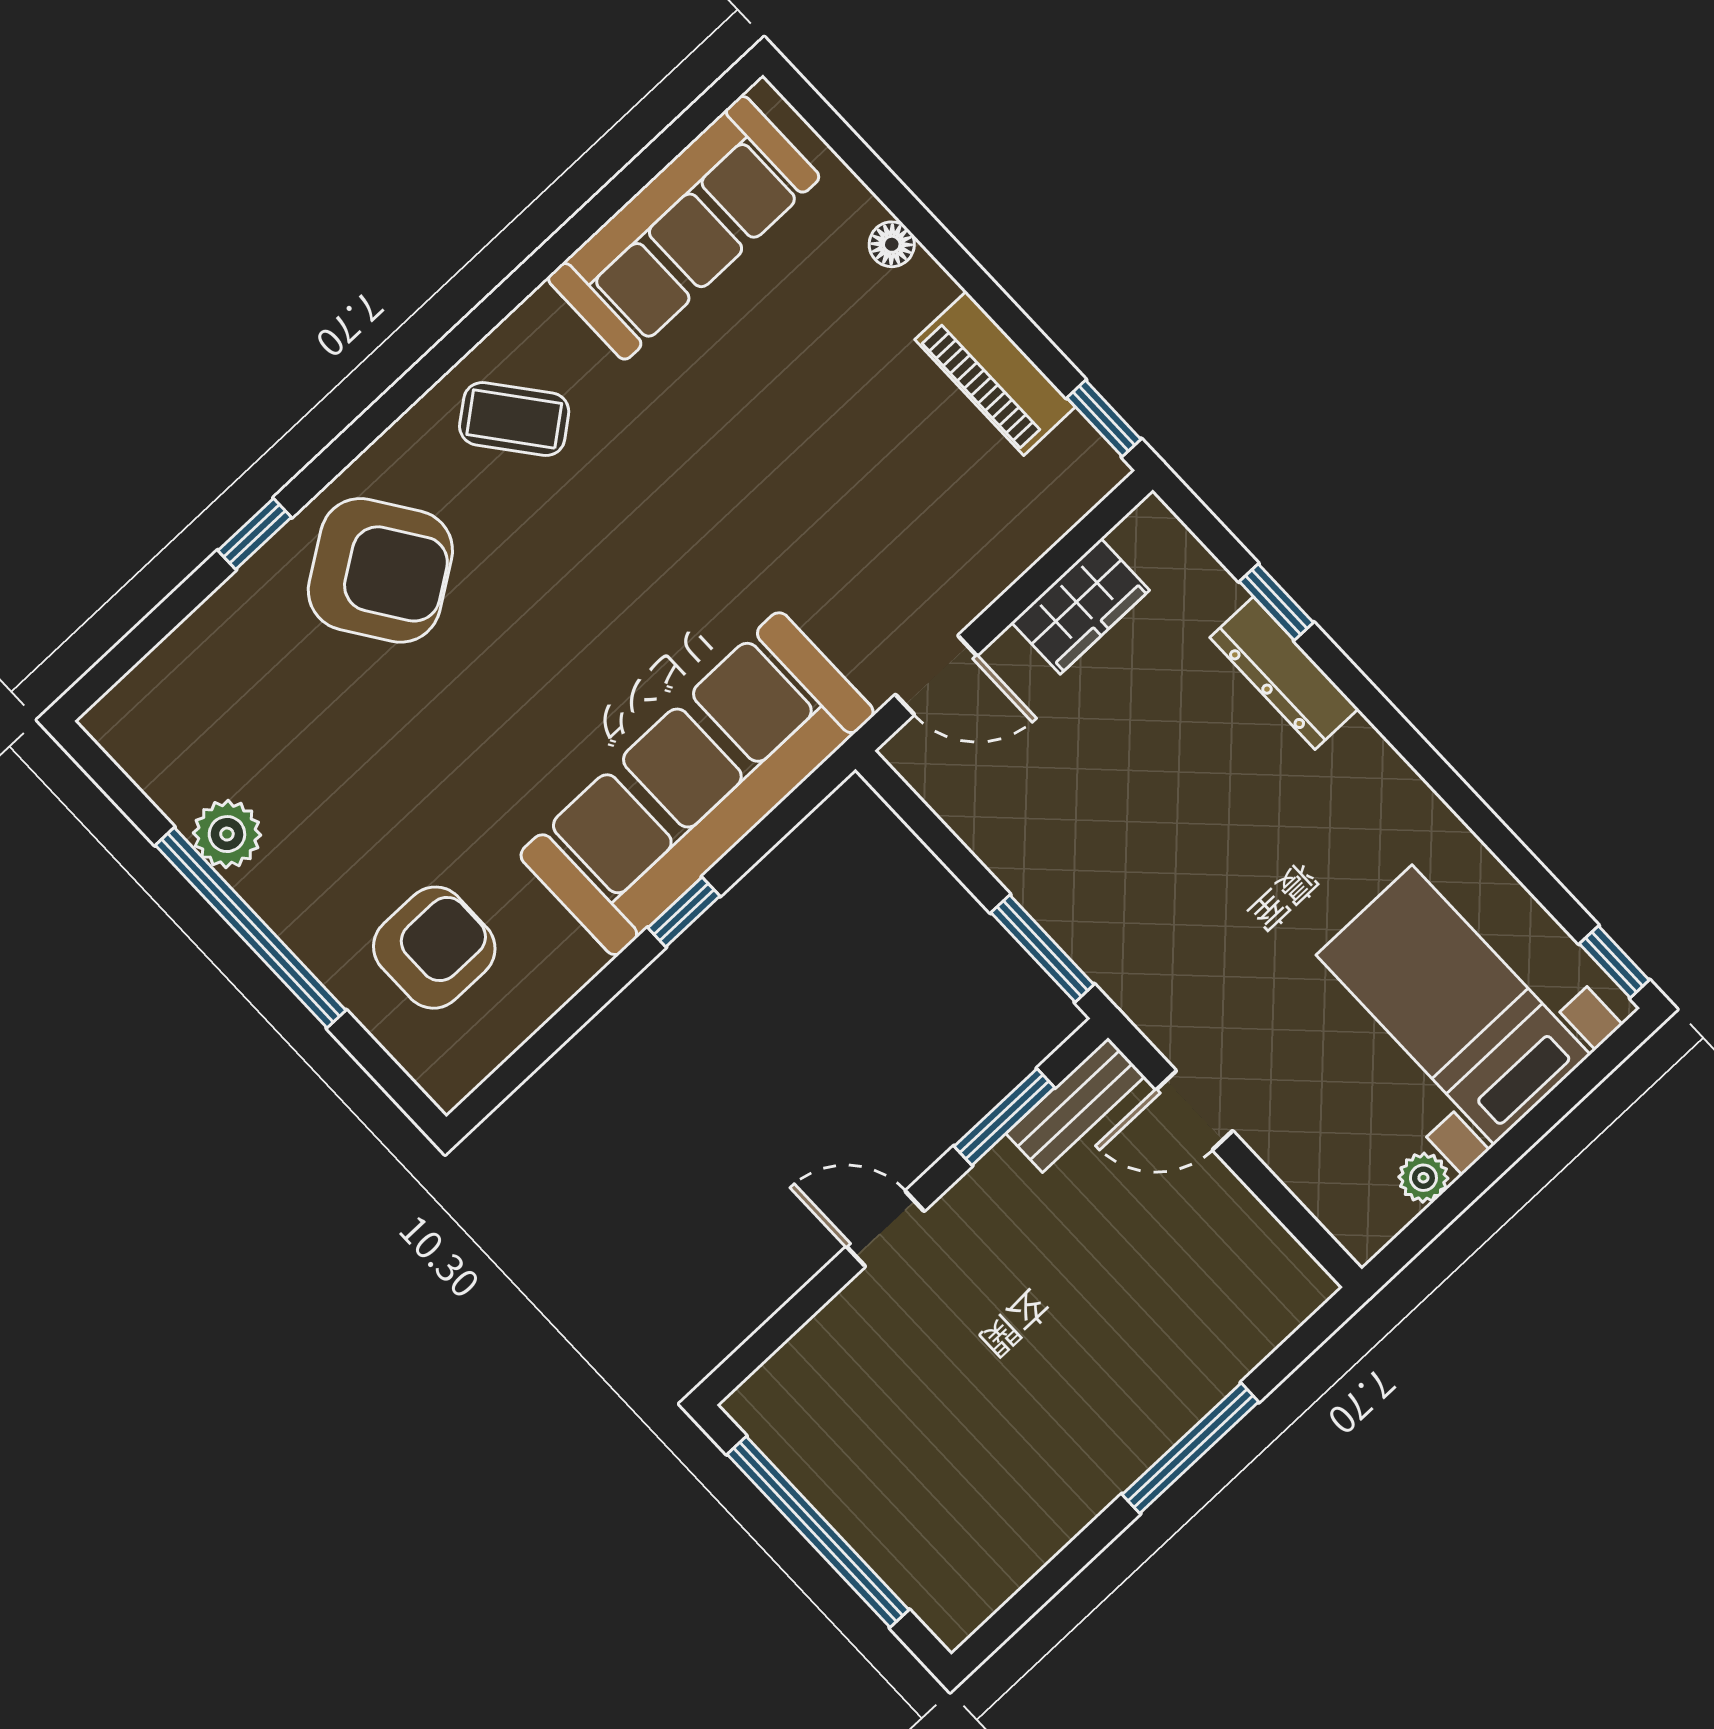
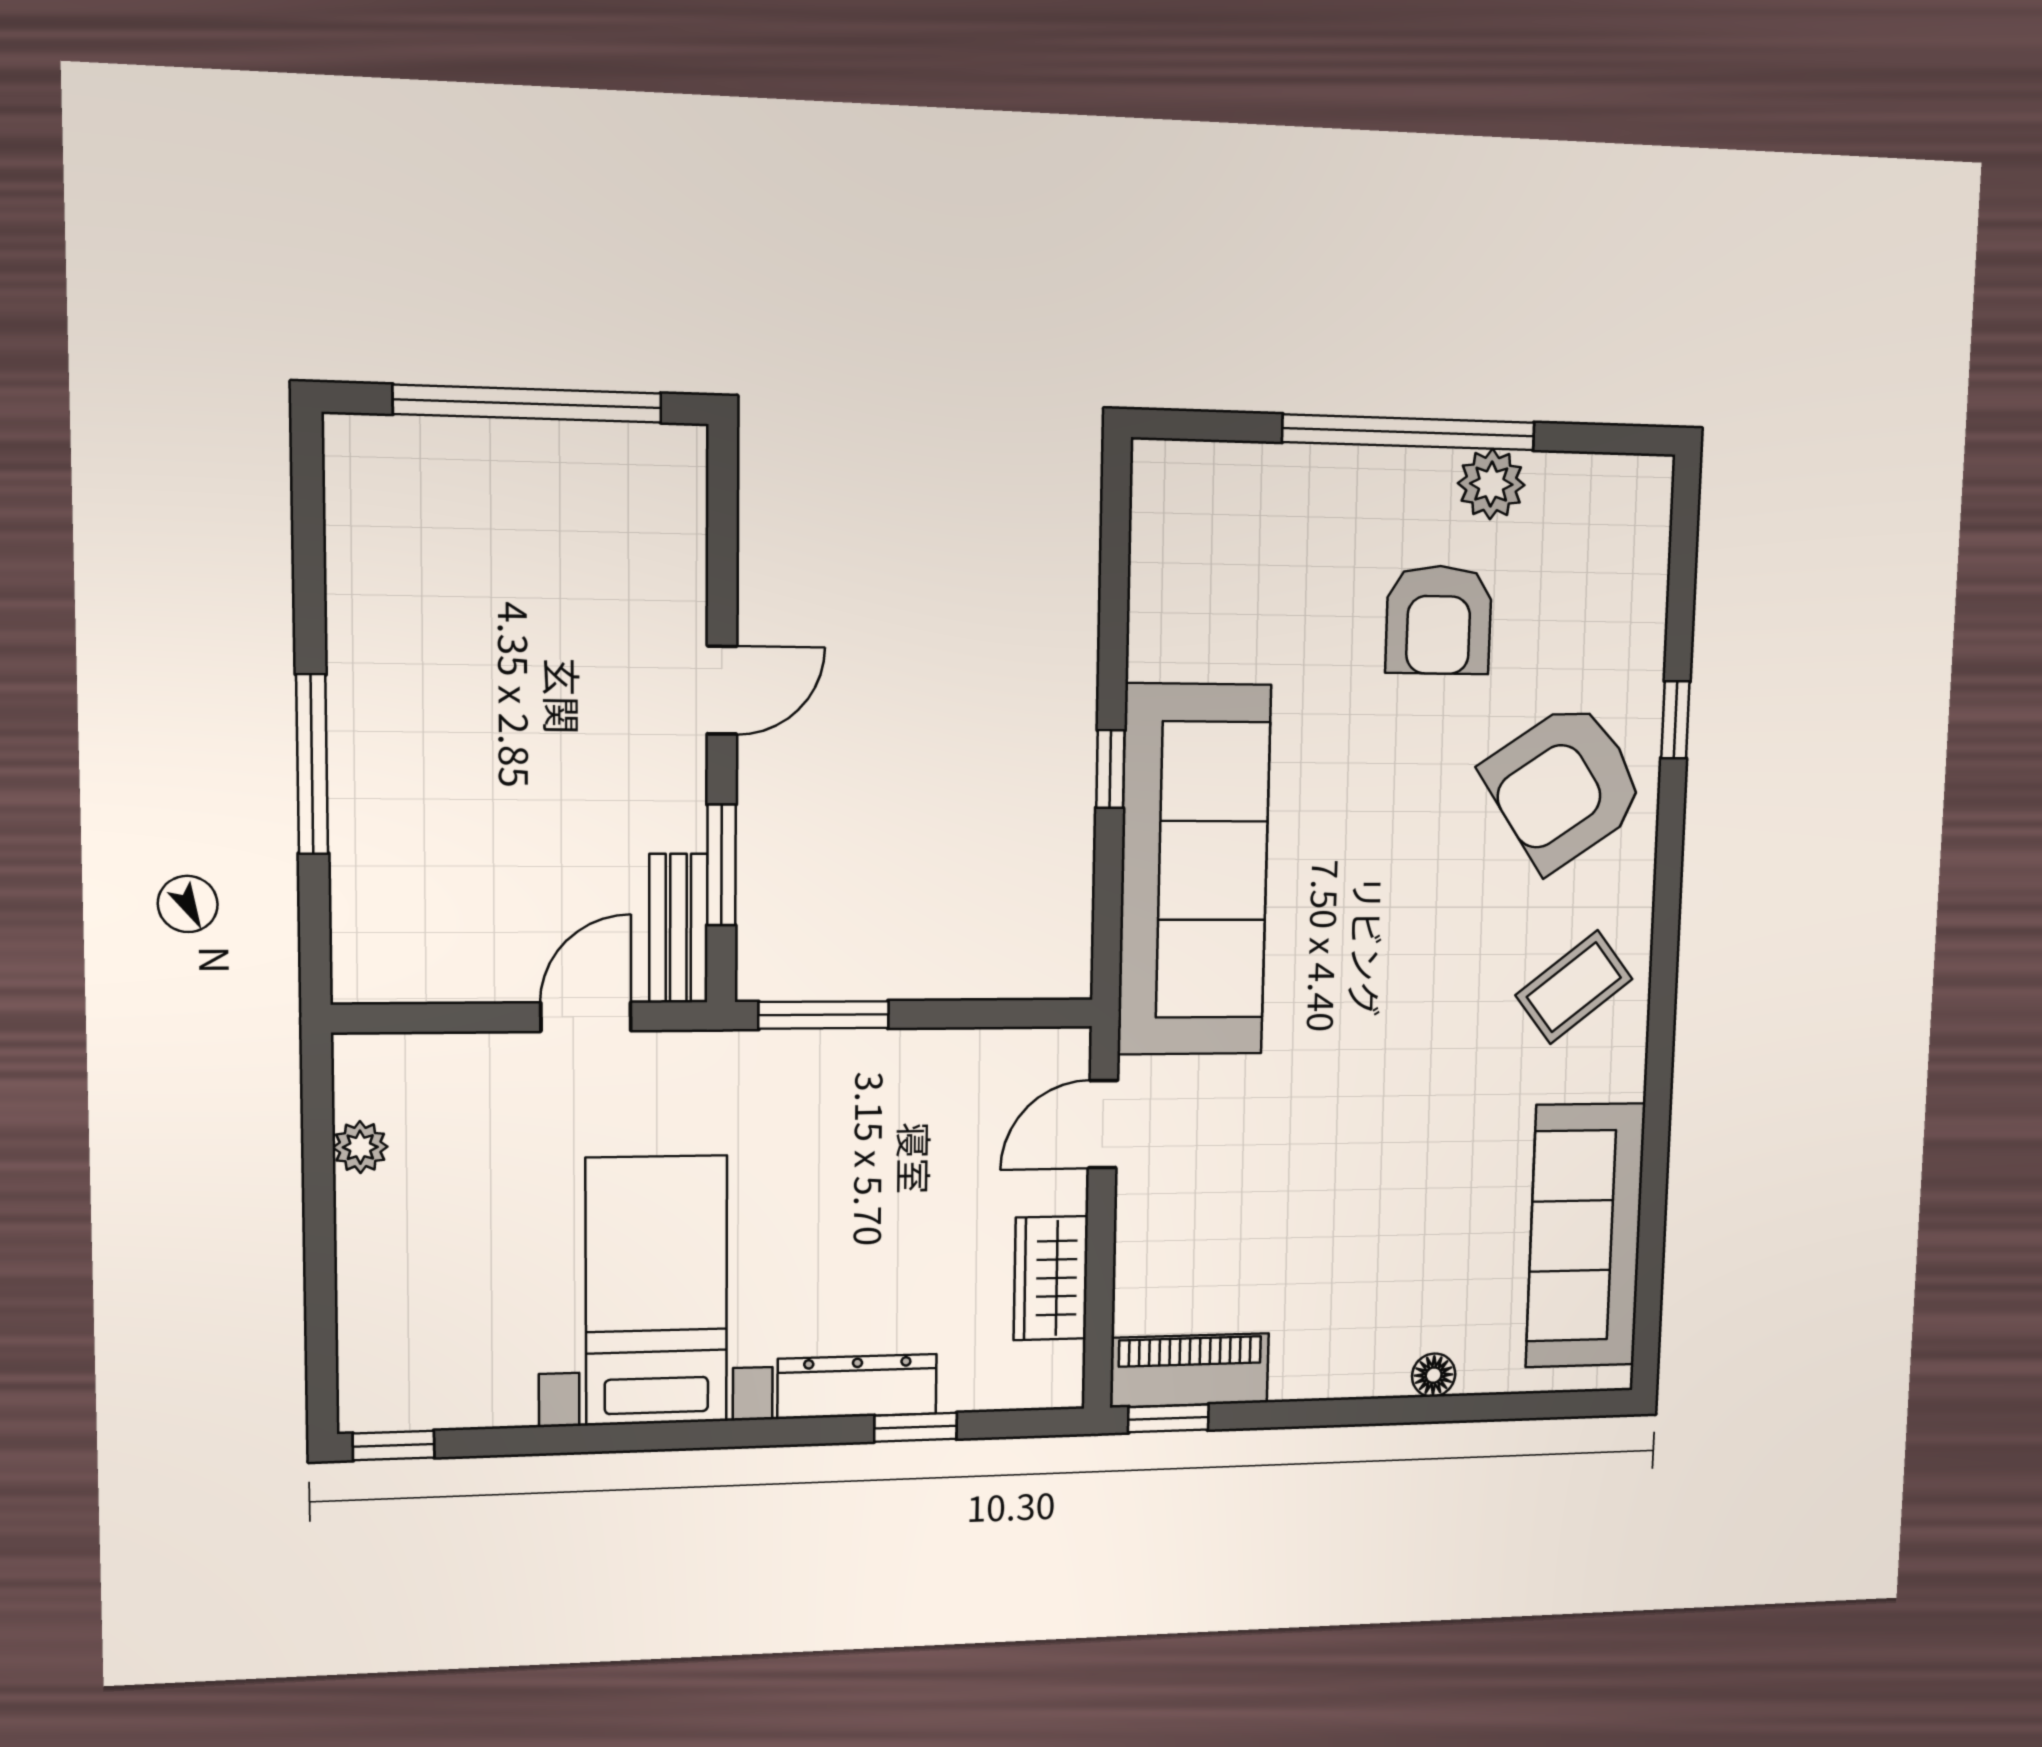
piano: (995, 373) -> (1190, 1370), moved
armchair: (434, 948) -> (1439, 620), moved
bed with nightstands: (1453, 1005) -> (656, 1291), moved, turned -90

